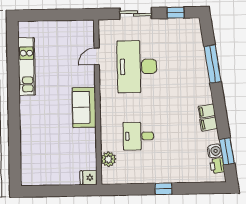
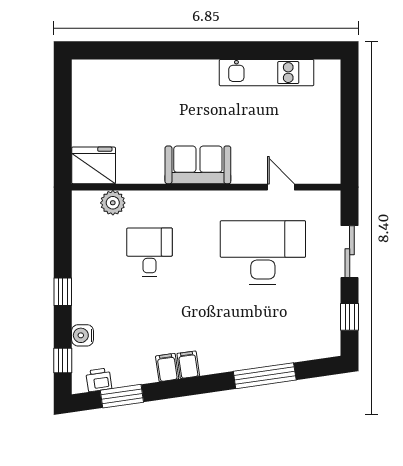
water cooler: (215, 151) -> (83, 335), moved, turned 98
fridge: (89, 178) -> (94, 165), width x1.88, depth x1.34
window: (206, 188) -> (63, 360), added

